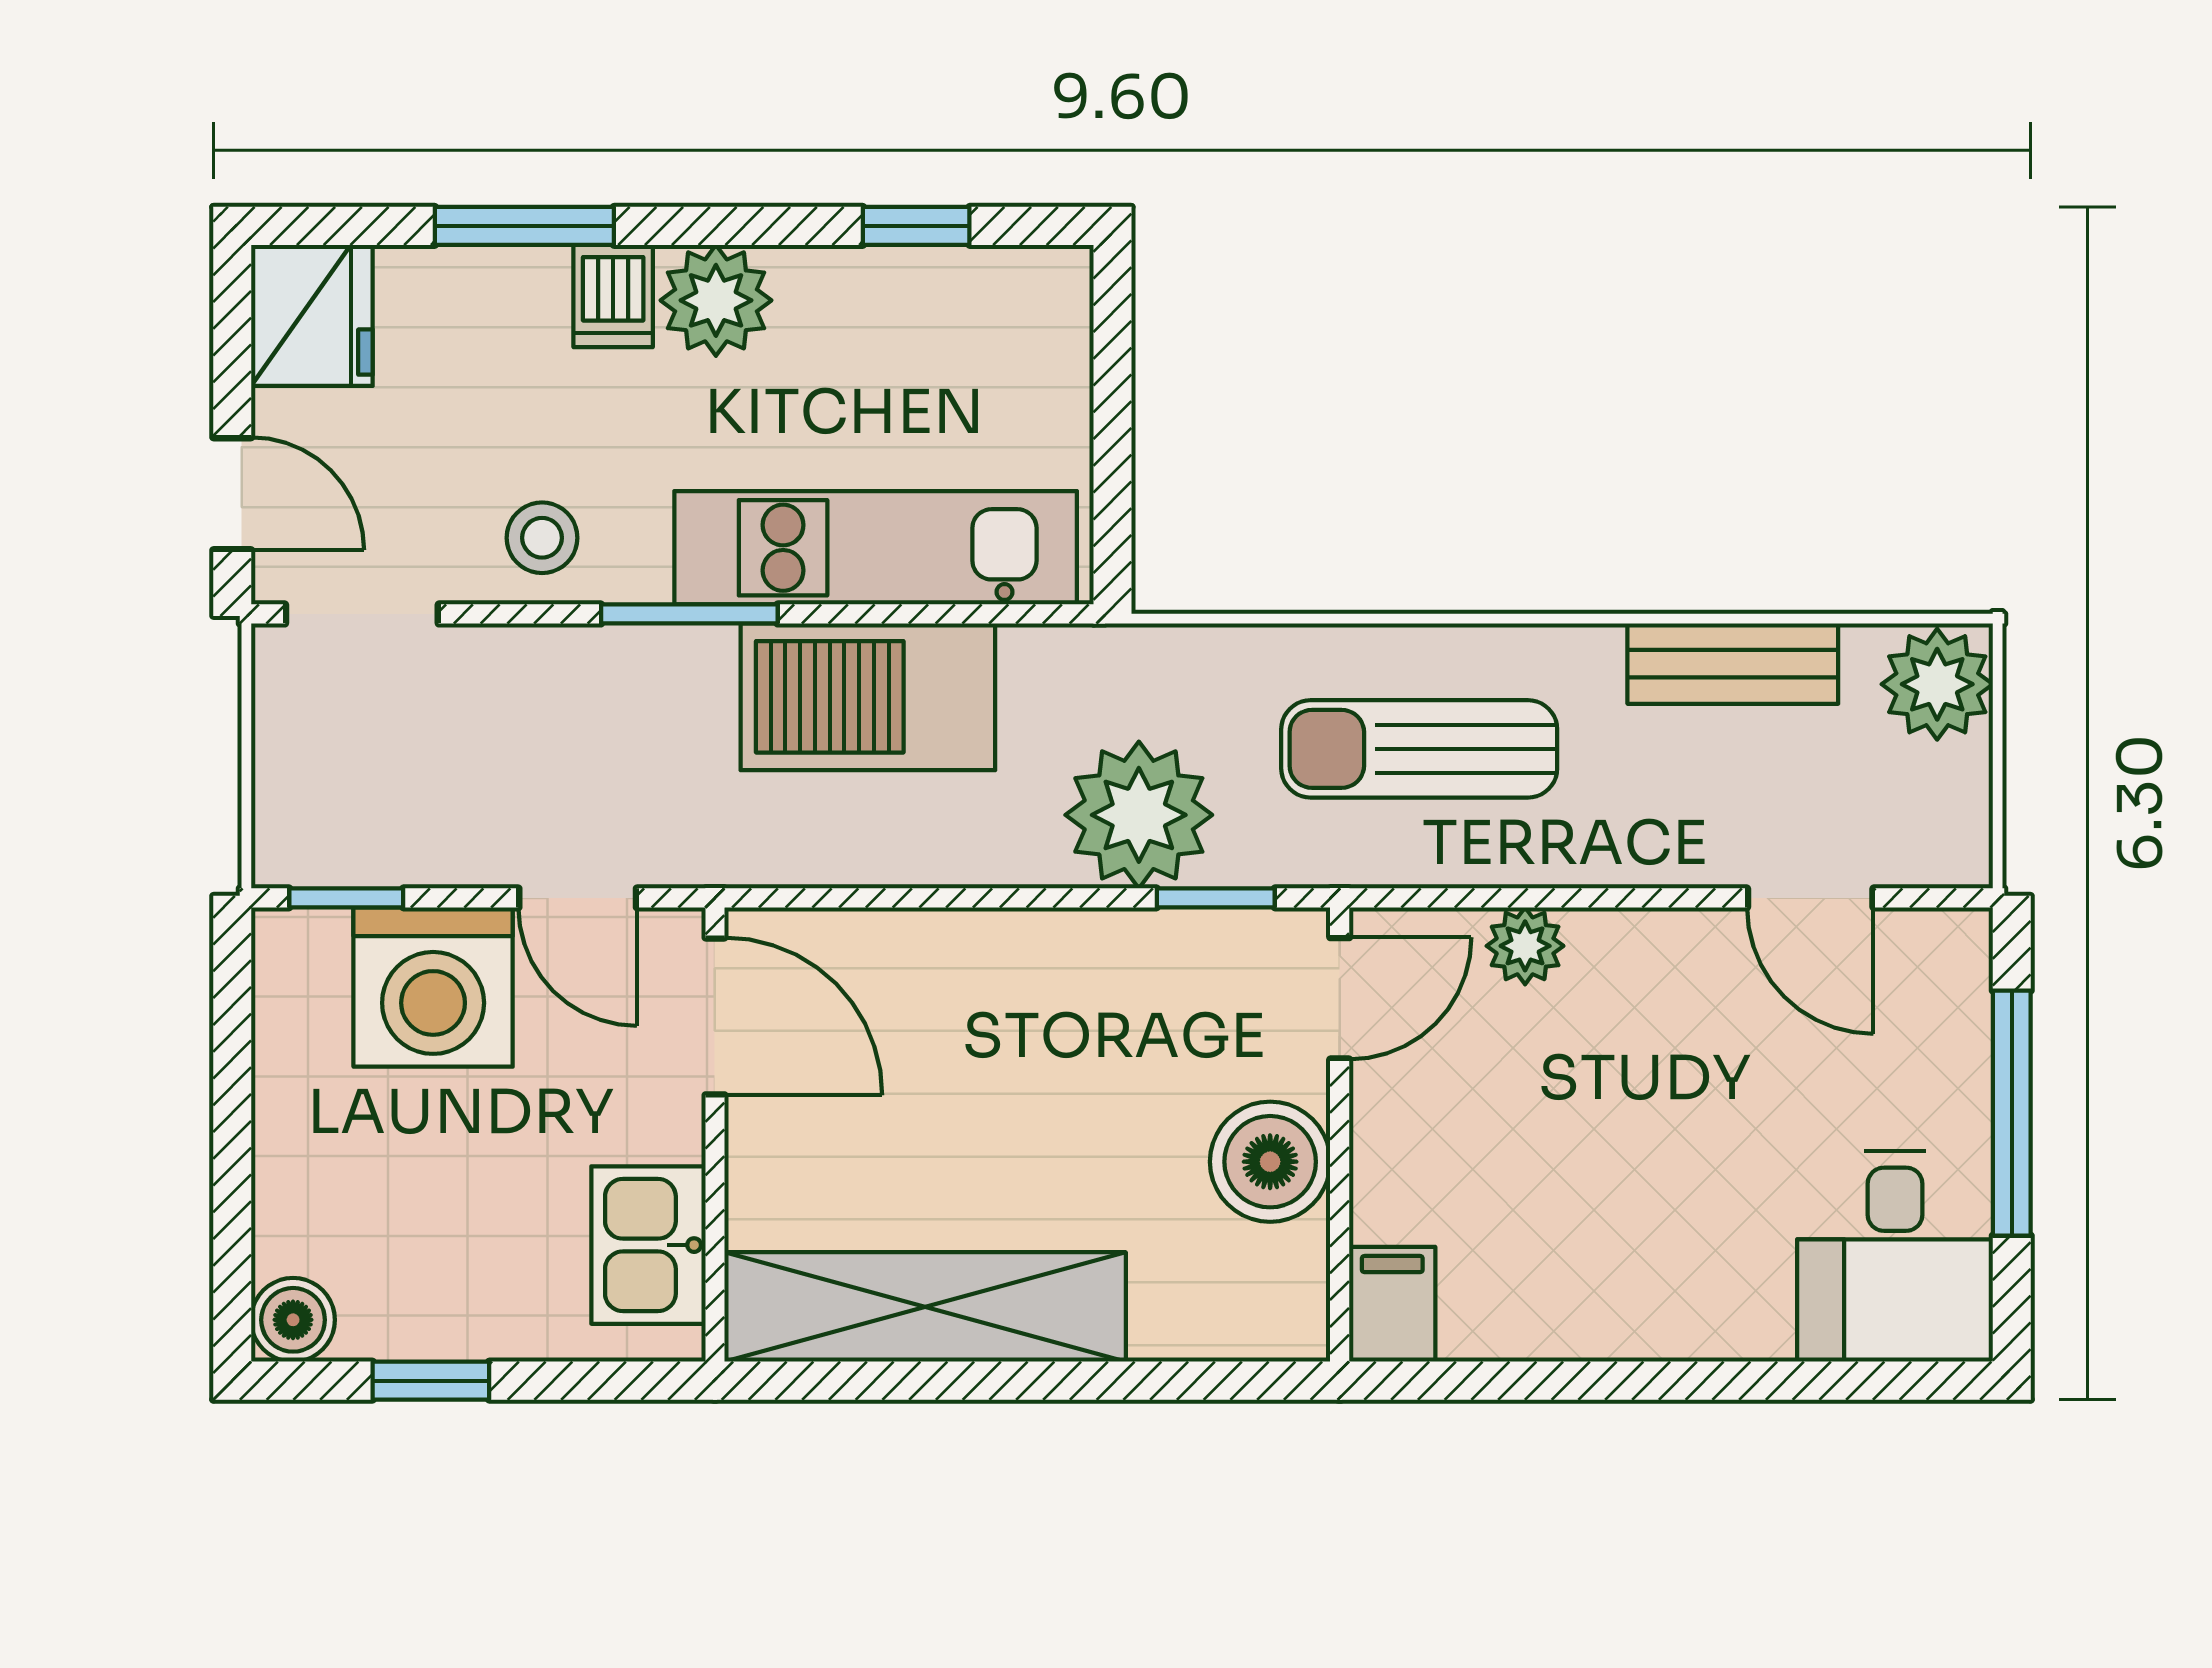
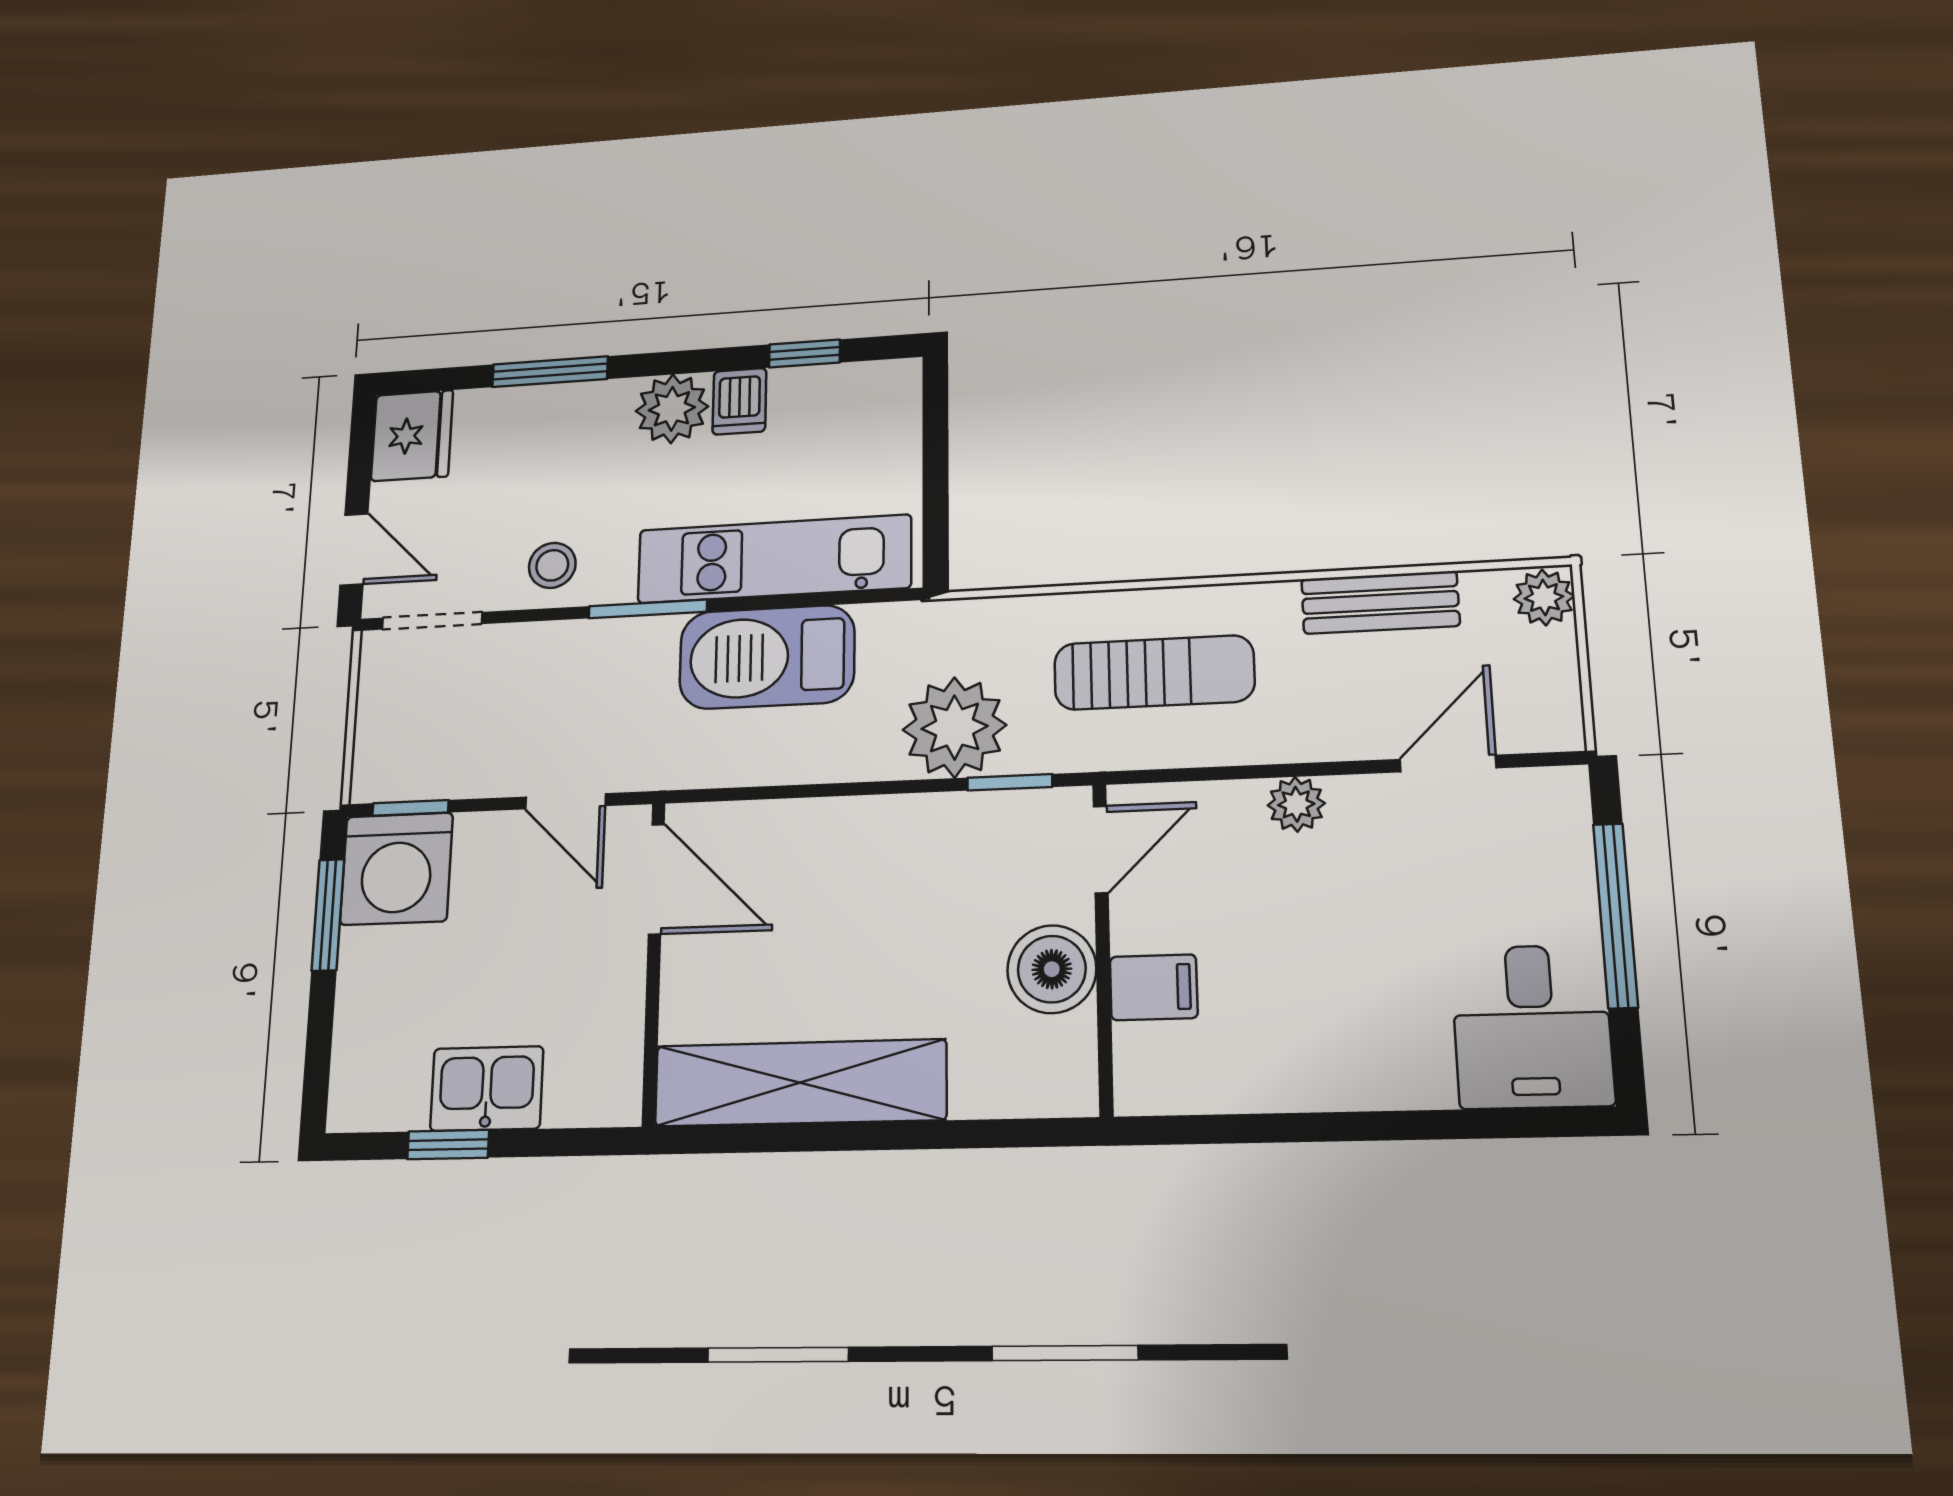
dishwasher: (613, 296) -> (739, 401), moved
plant: (1937, 684) -> (1544, 597), width x0.73, depth x0.73
sun lounger: (1419, 749) -> (1154, 673), turned 180
door: (1810, 898) -> (1448, 764), swing flipped
plant: (1525, 946) -> (1296, 804), moved
washing machine: (433, 987) -> (397, 869), moved
window: (232, 1051) -> (328, 915), added
kitchen sink: (648, 1245) -> (487, 1088), moved, turned 90
filing cabinet: (1392, 1304) -> (1154, 987), moved, turned 90
boiler: (293, 1320) -> (356, 1103), removed

